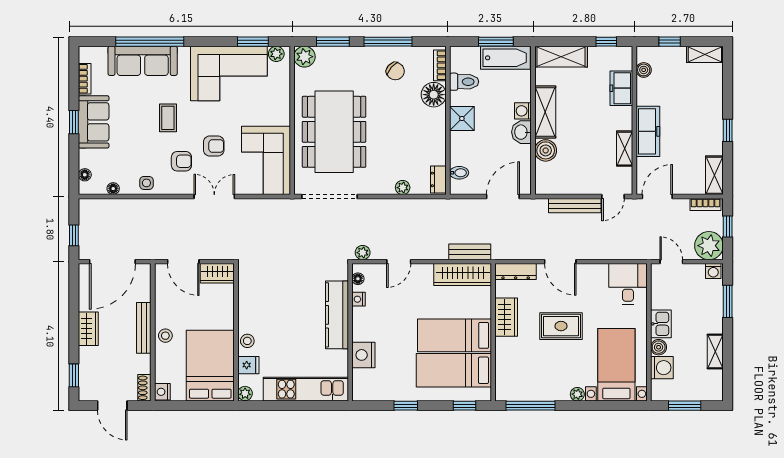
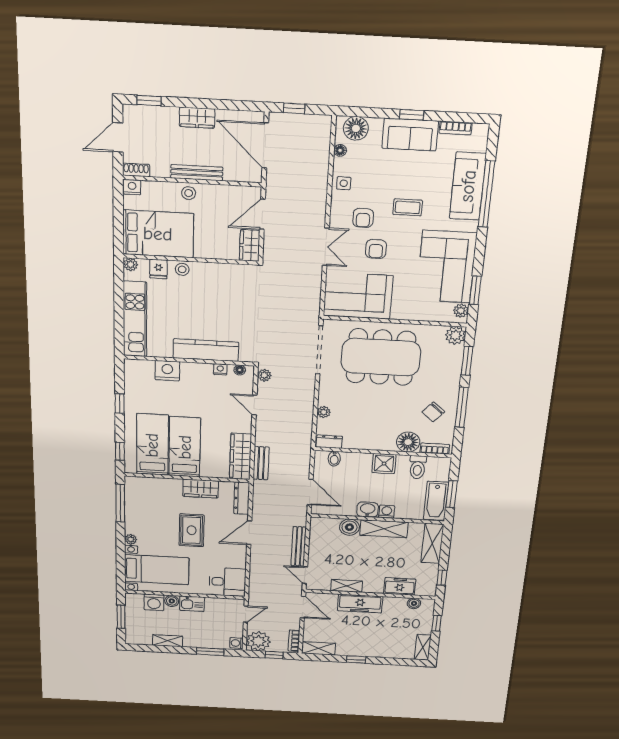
floor lamp: (85, 175) -> (356, 128), width x1.89, depth x1.89

